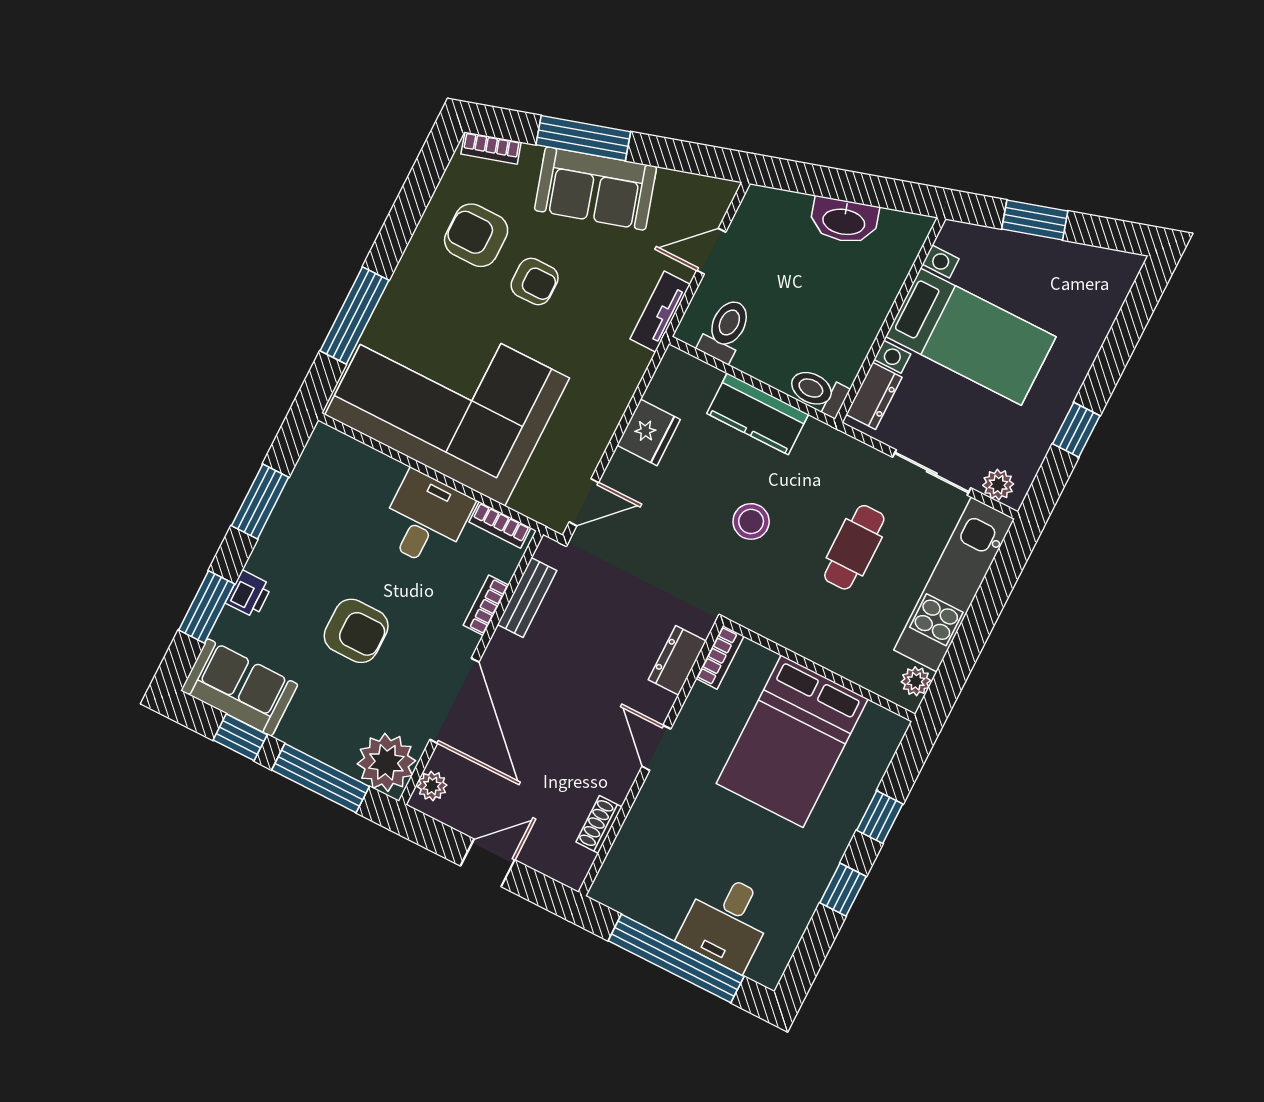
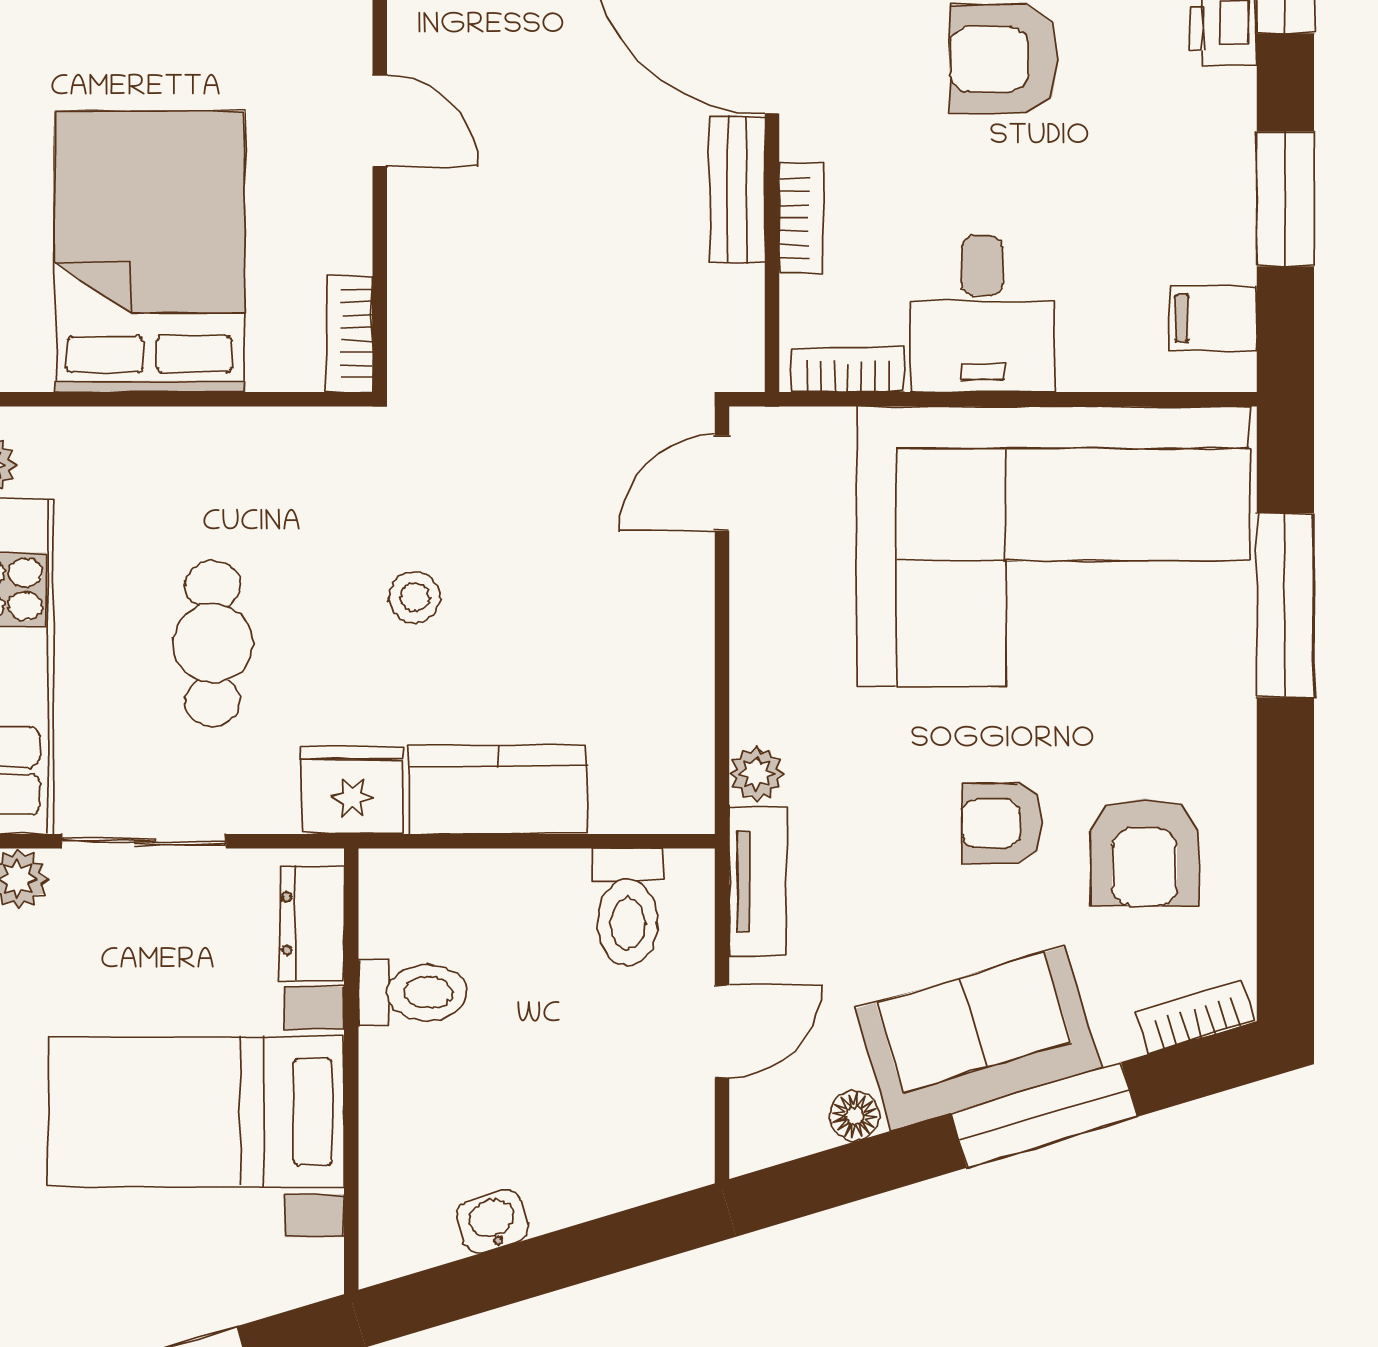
floor lamp: (670, 182) -> (855, 1116), added
washbasin: (844, 221) -> (493, 1222), width x0.52, depth x0.69
armchair: (476, 235) -> (1145, 852), turned 90
plant: (636, 361) -> (757, 774), added
toilet: (818, 392) -> (413, 993), moved
fridge: (649, 432) -> (353, 790), moved, turned 90
filing cabinet: (321, 464) -> (1213, 318), added
stool: (751, 521) -> (415, 597), width x0.73, depth x0.73
bench: (527, 598) -> (737, 189), moved
dresser: (677, 660) -> (420, 291), removed

